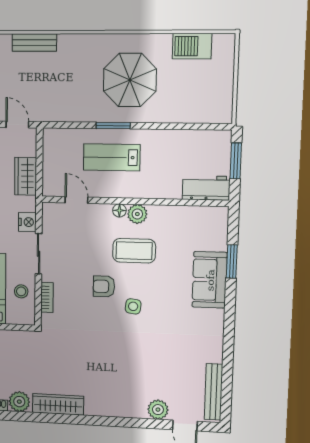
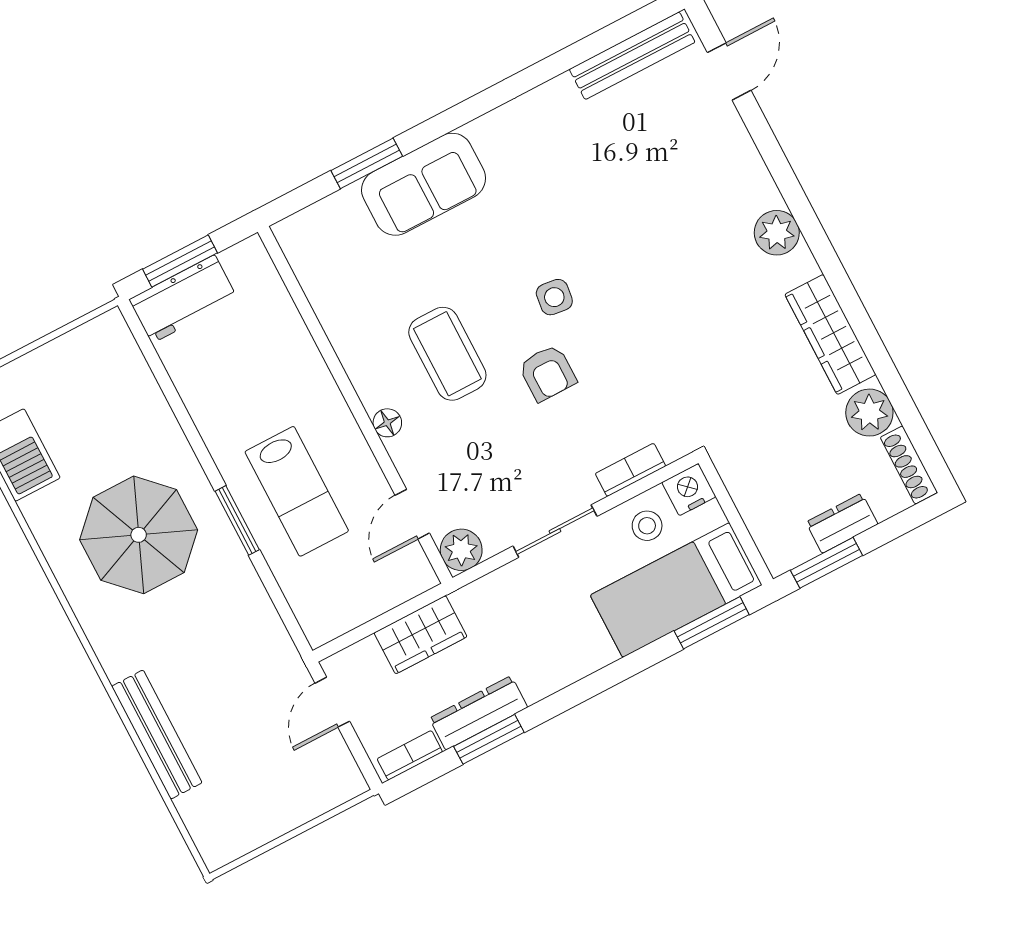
bench: (34, 43) -> (157, 735), width x1.36
workbench: (206, 188) -> (183, 299), moved, turned -90
plant: (137, 214) -> (461, 550), moved
nightstand: (27, 222) -> (689, 490), moved
plant: (158, 410) -> (777, 233), moved

